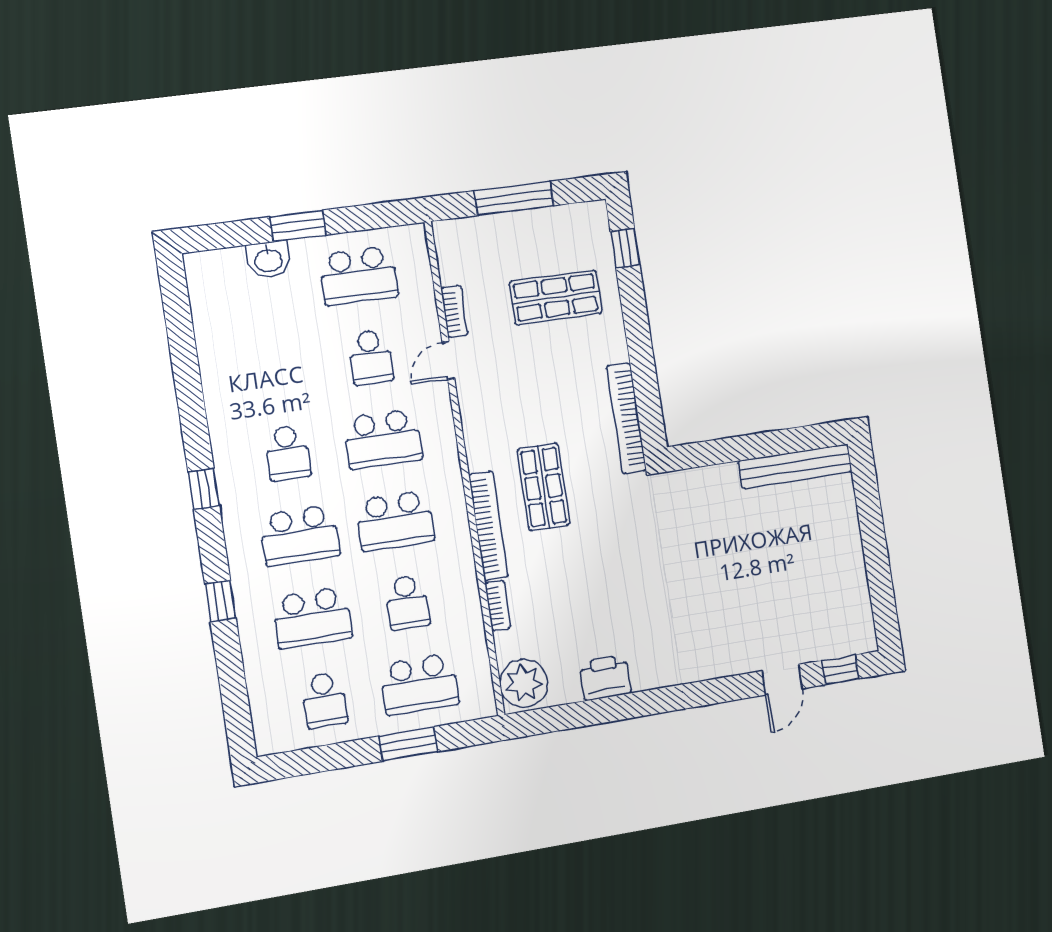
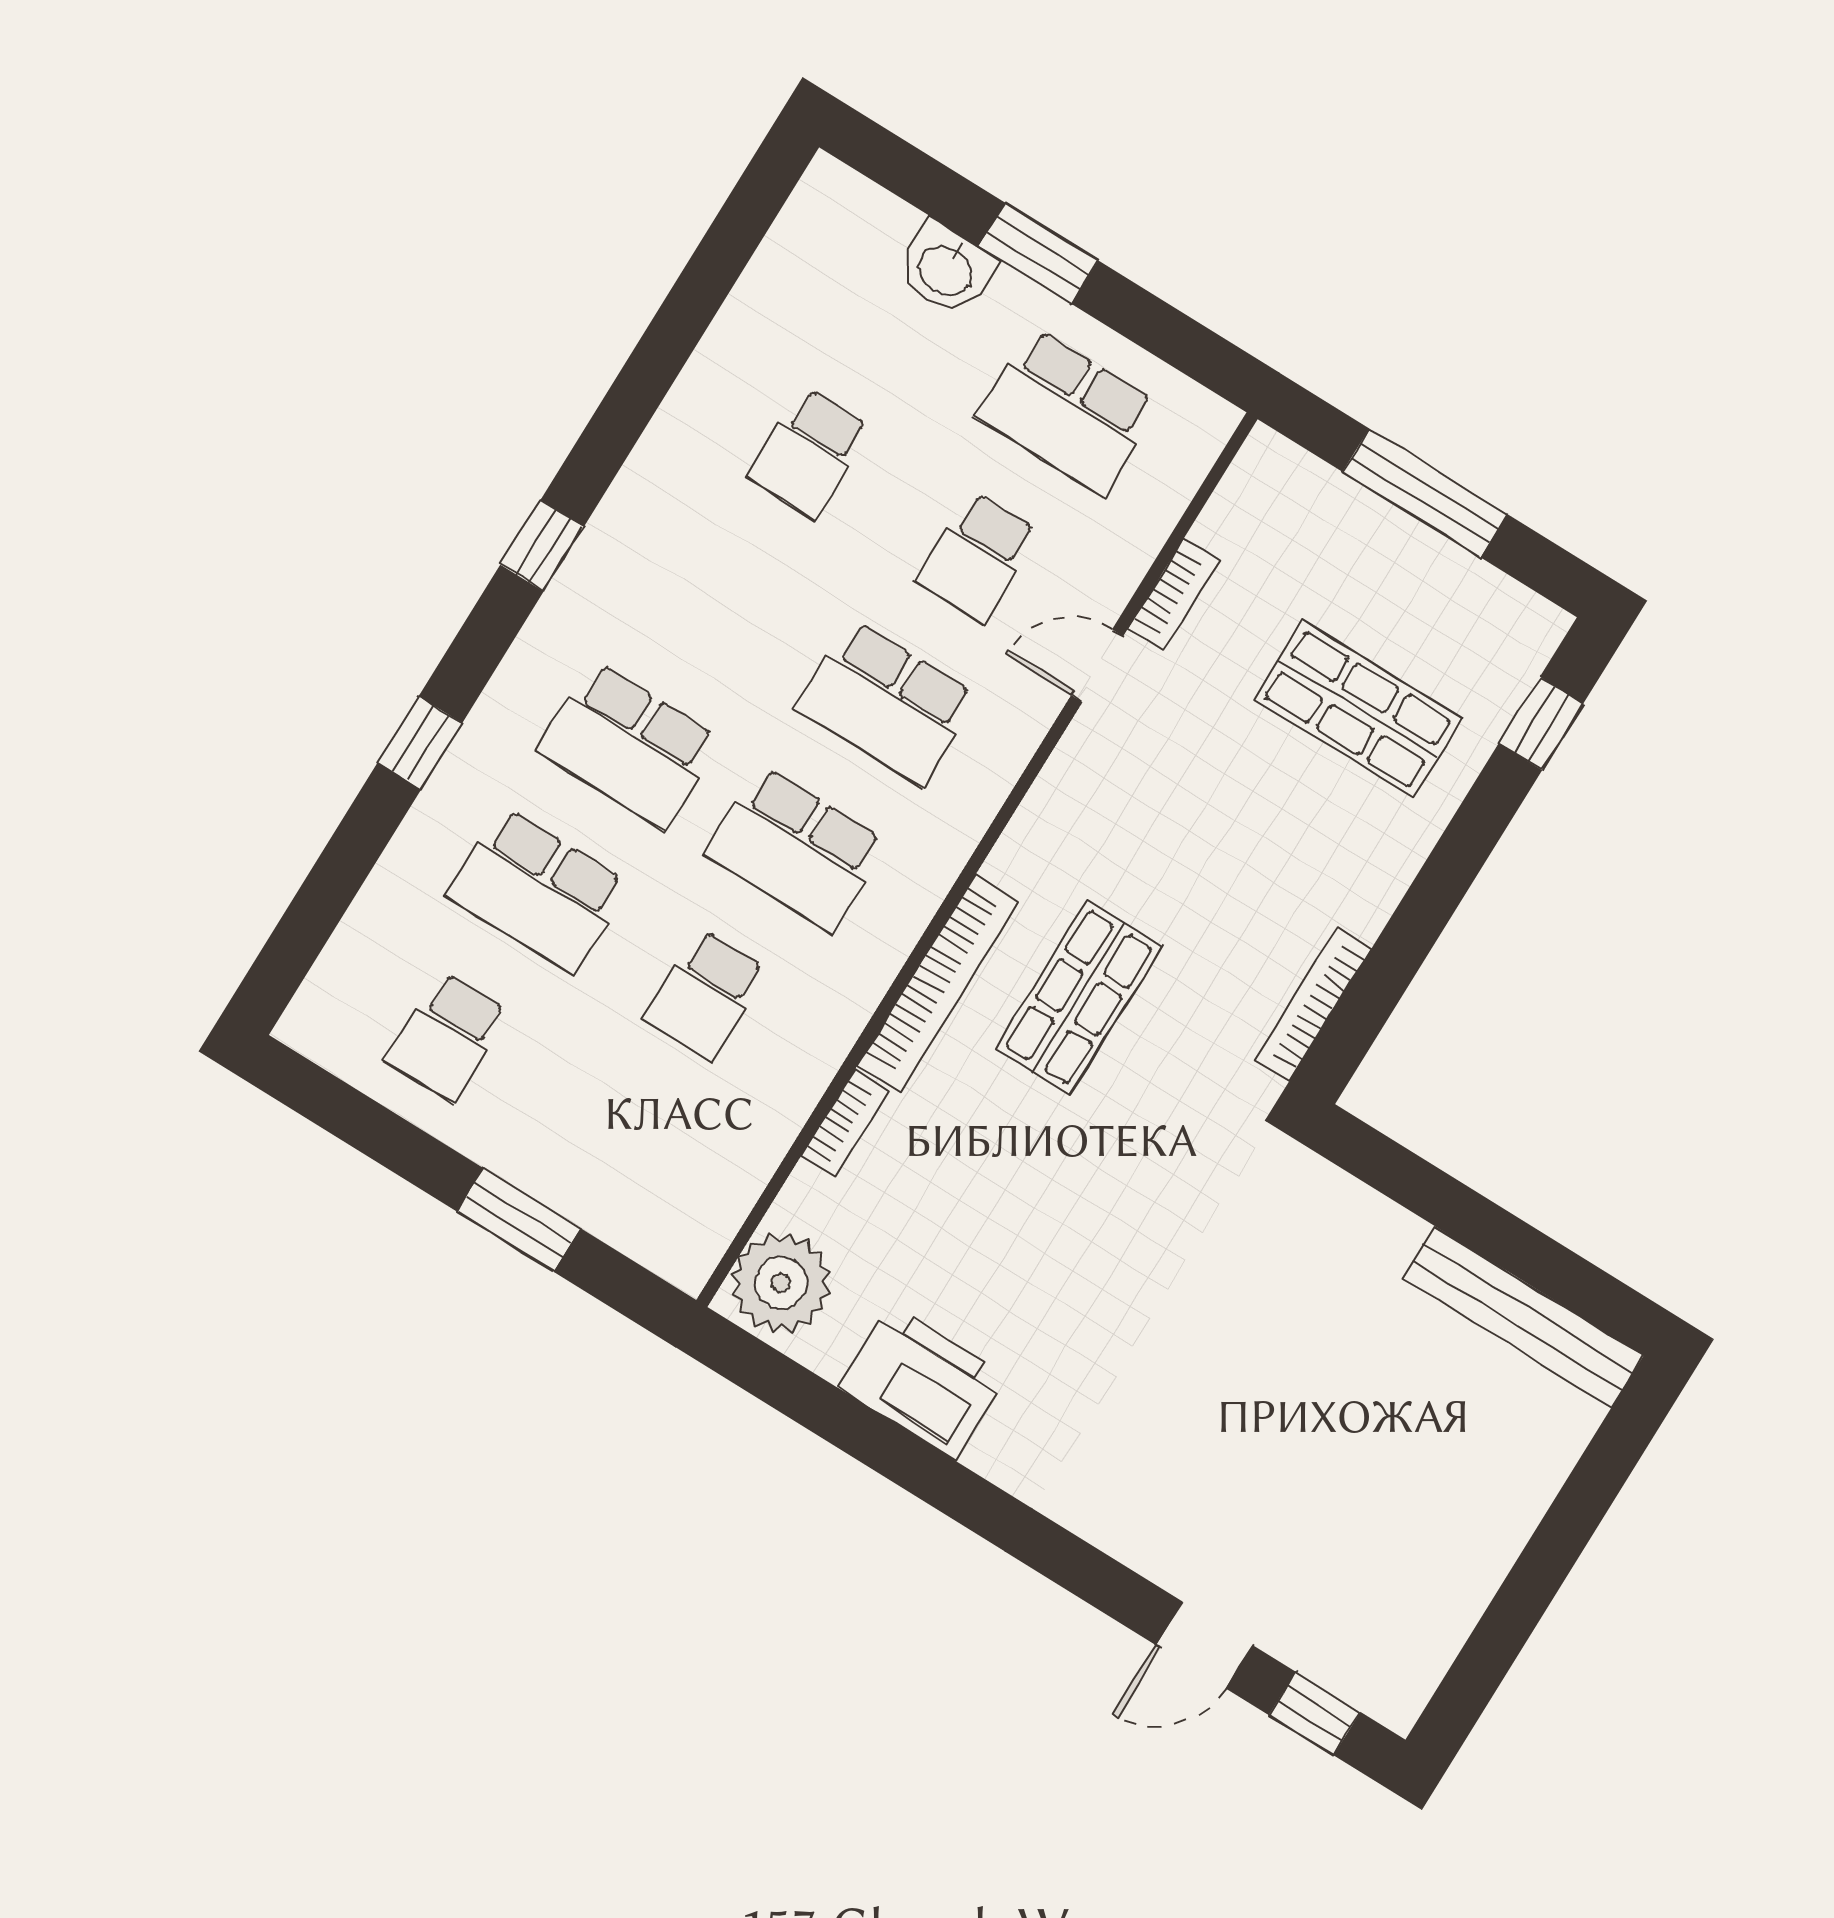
bookcase: (626, 418) -> (1313, 1004), width x0.68, depth x0.76
school desk: (287, 453) -> (809, 453), moved
printer: (605, 678) -> (923, 1382), width x1.37, depth x1.19
school desk: (419, 684) -> (615, 1141), removed

